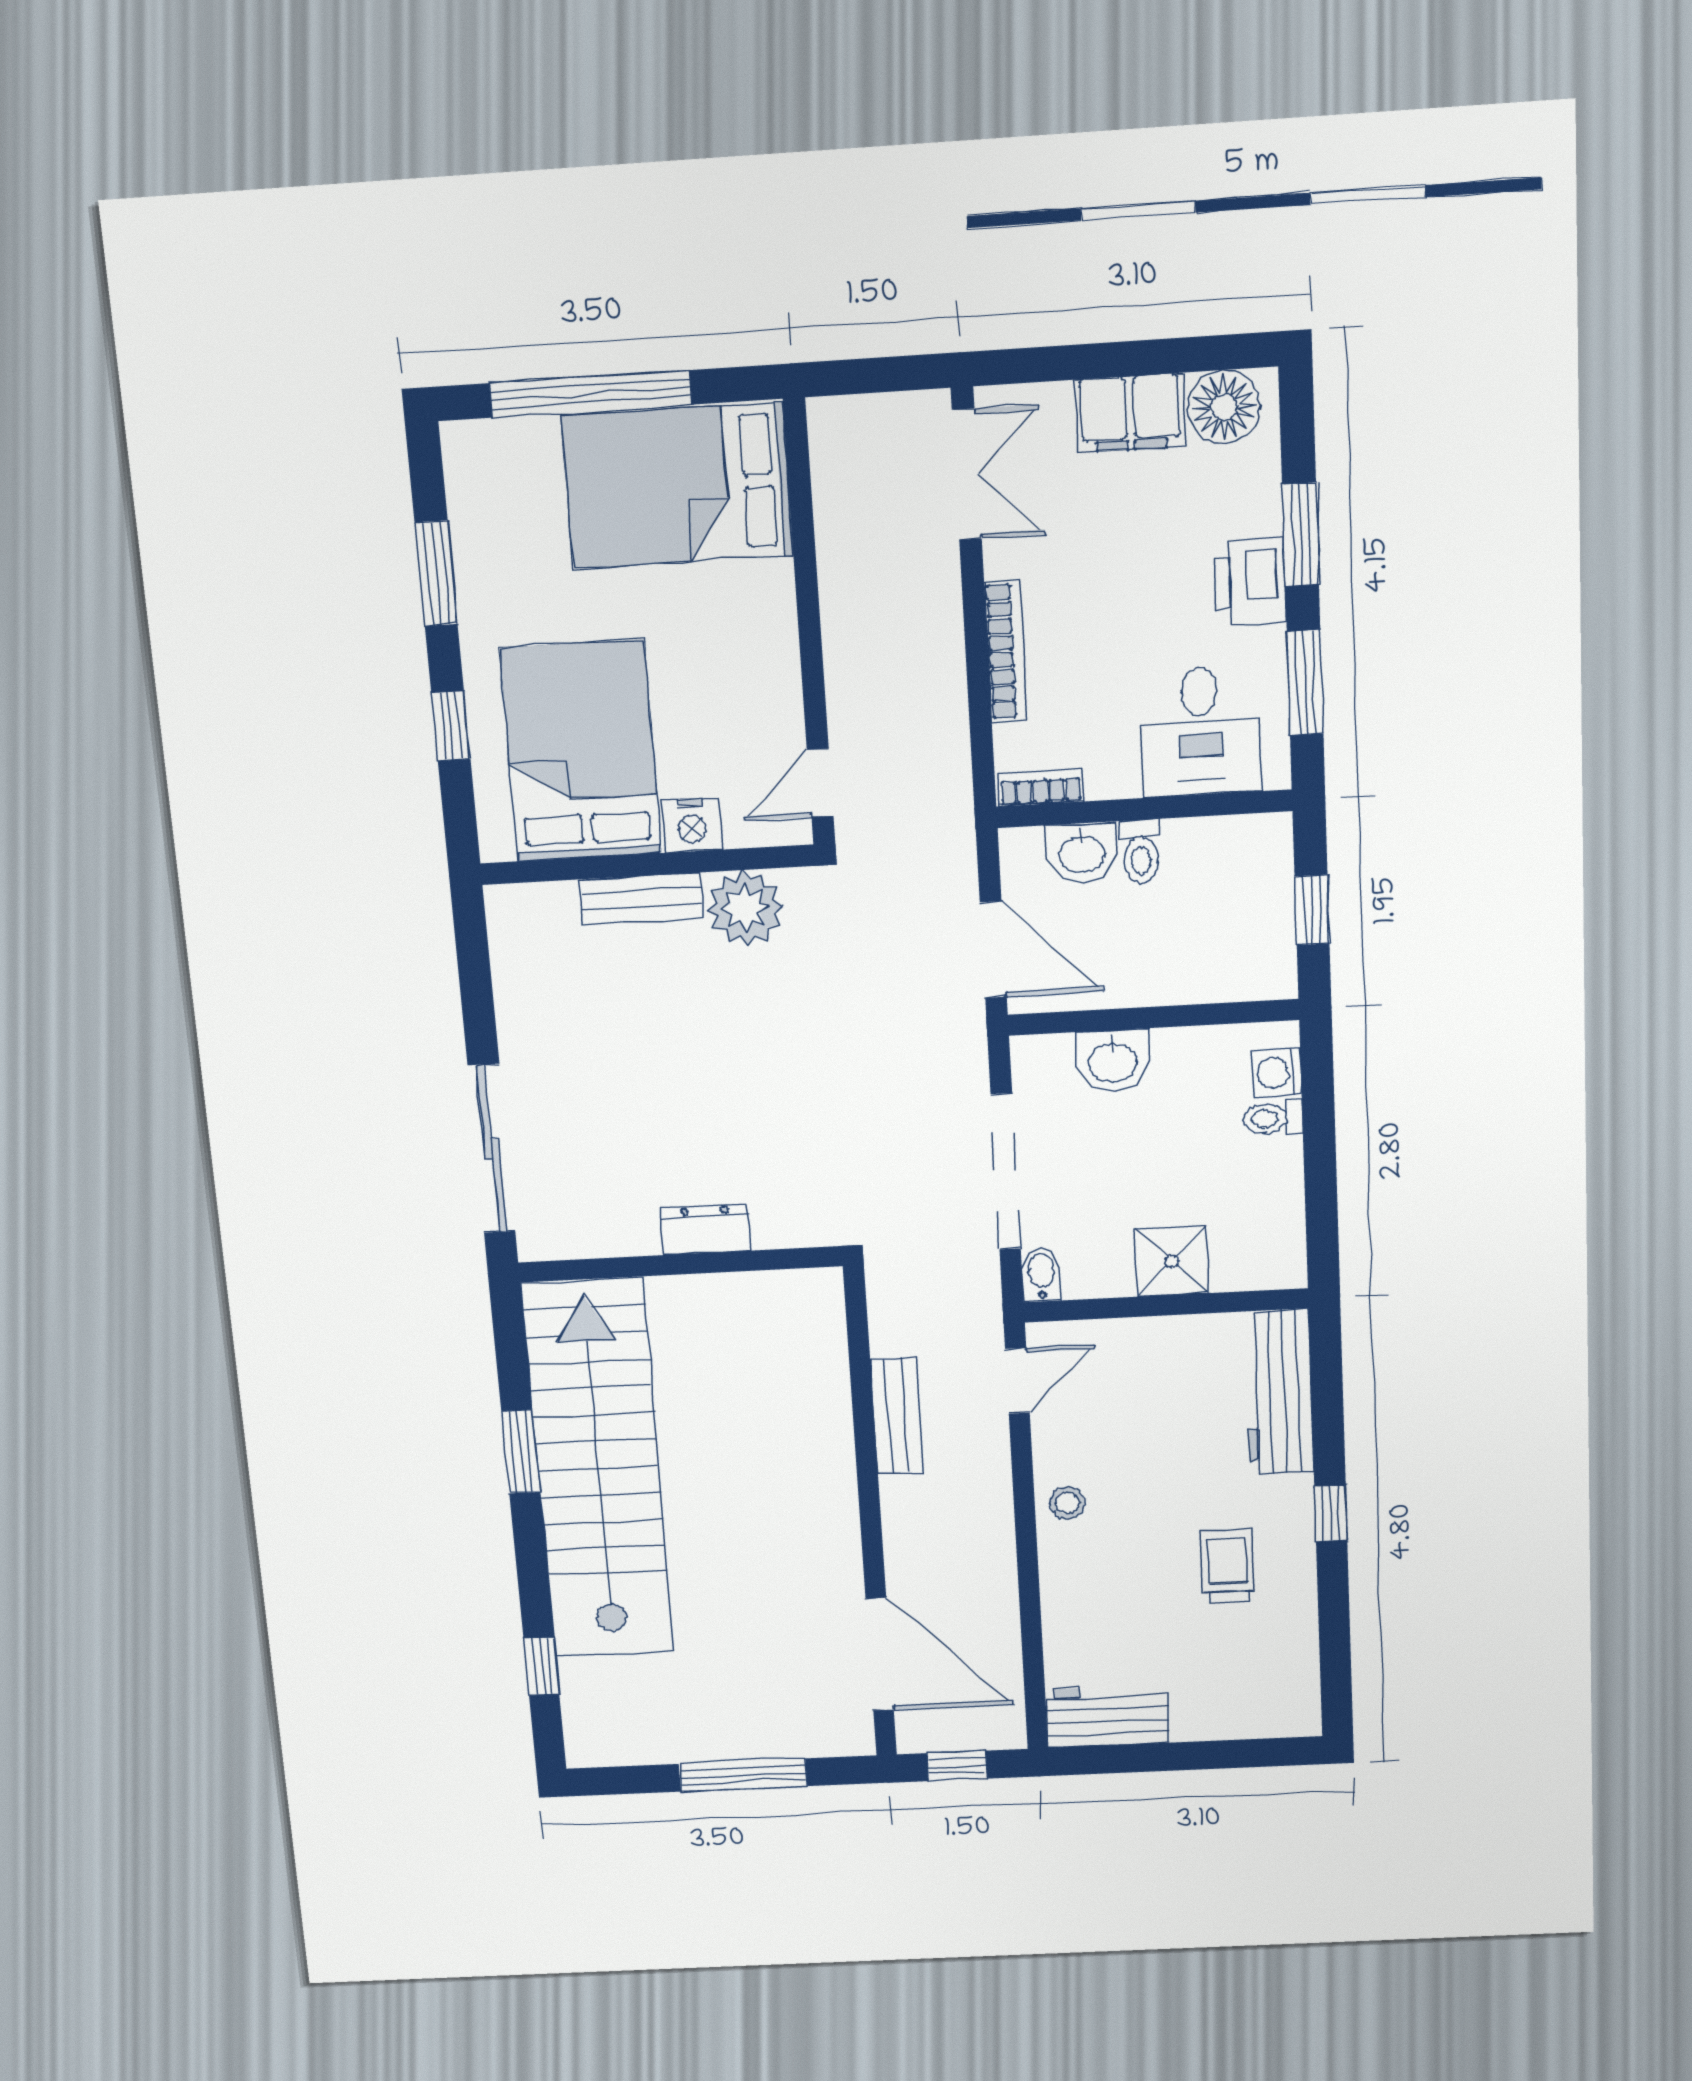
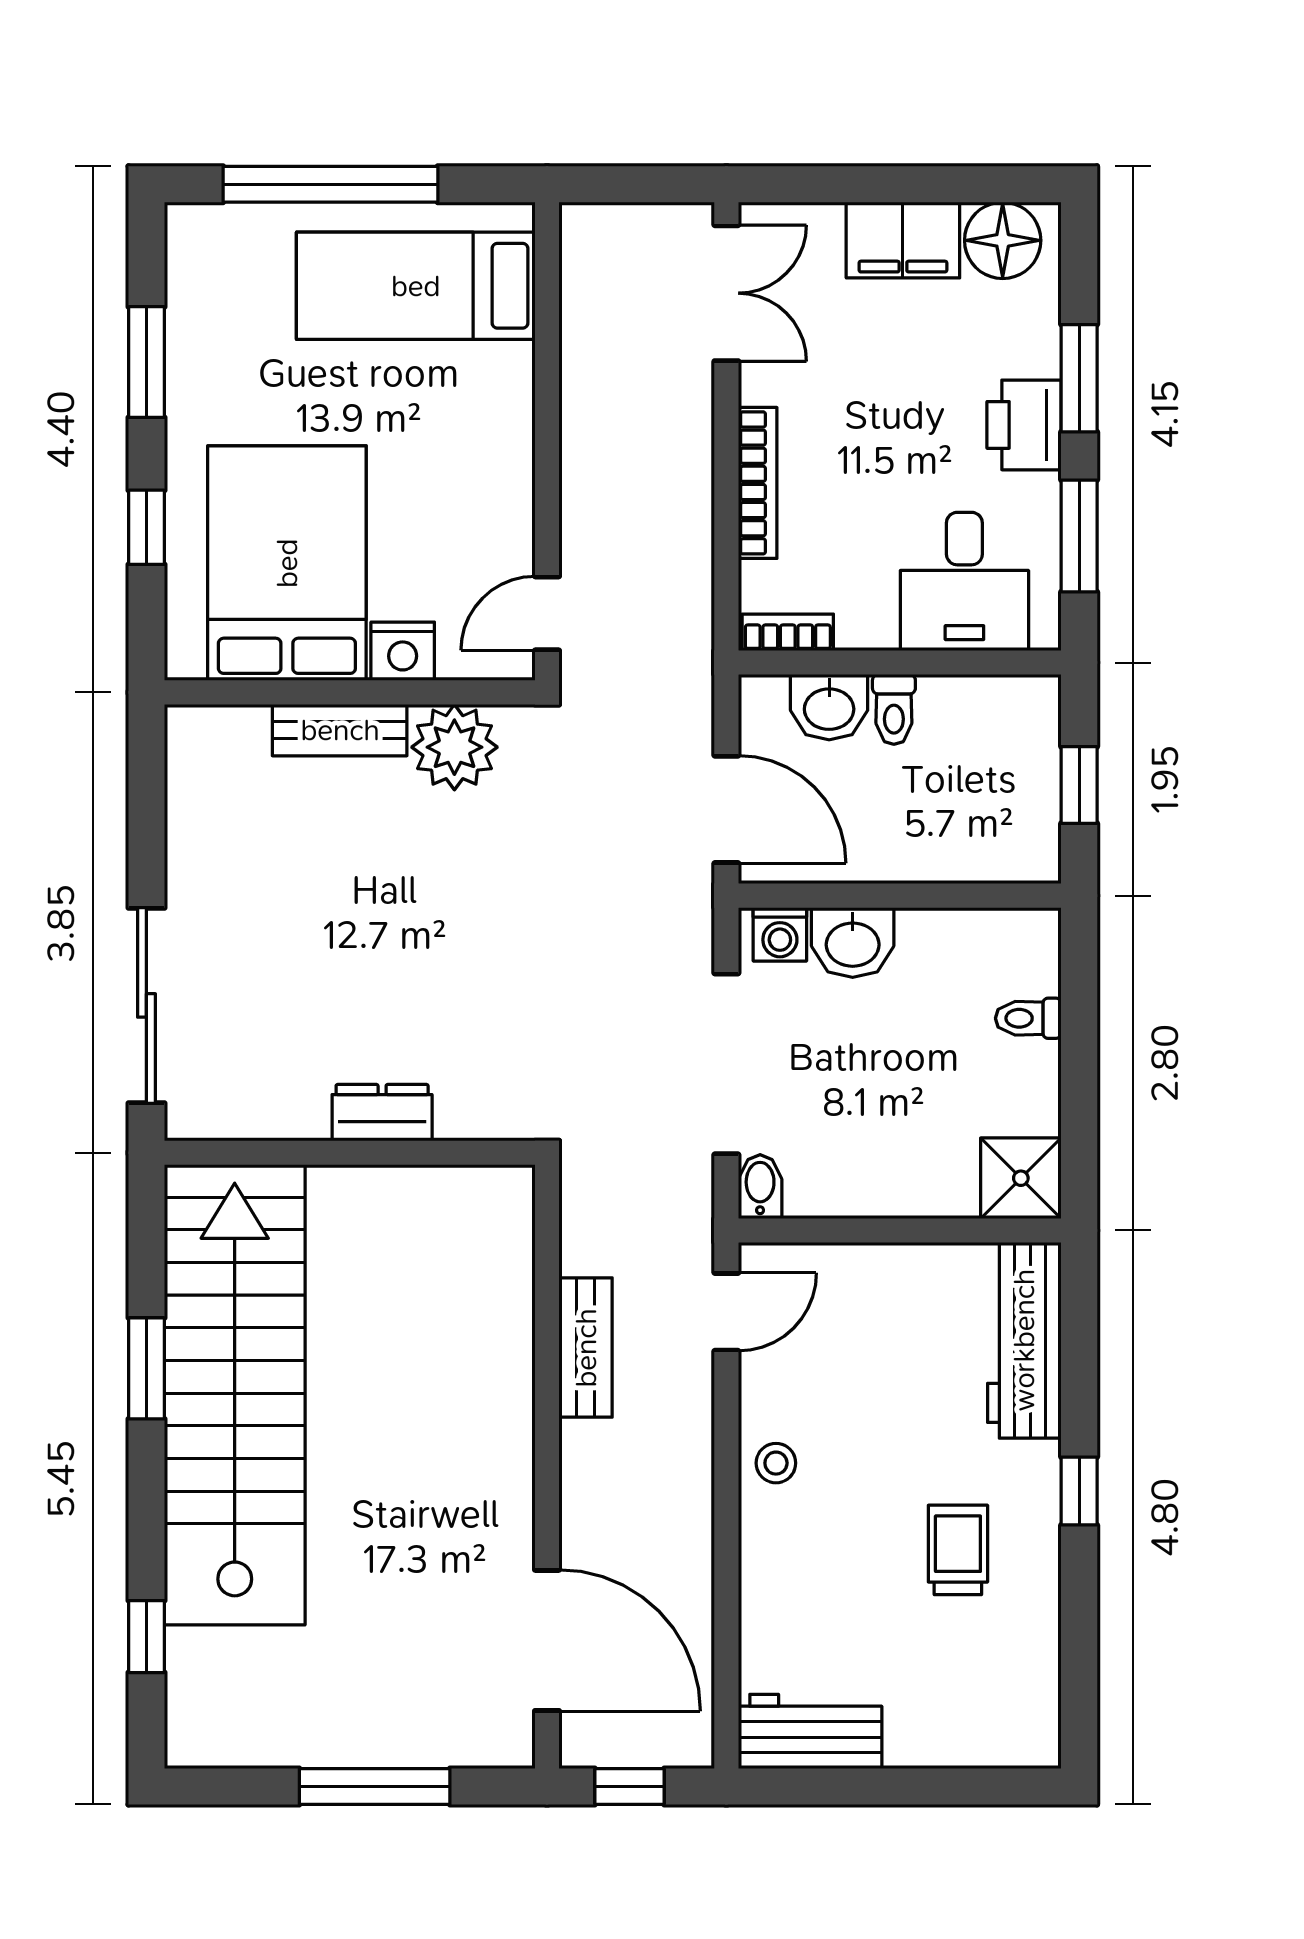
bed: (678, 486) -> (416, 286), width x0.67
washing machine: (1277, 1073) -> (780, 934), moved, turned -90
shower: (1172, 1261) -> (1021, 1178), moved

